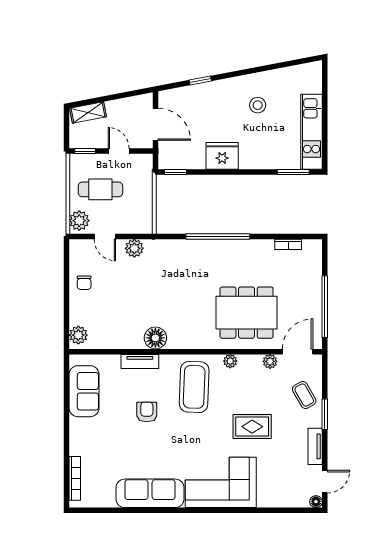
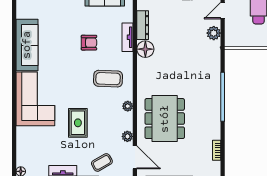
dresser: (124, 342) -> (143, 25), added
coffee table: (194, 387) -> (108, 79), width x0.73, depth x0.76

